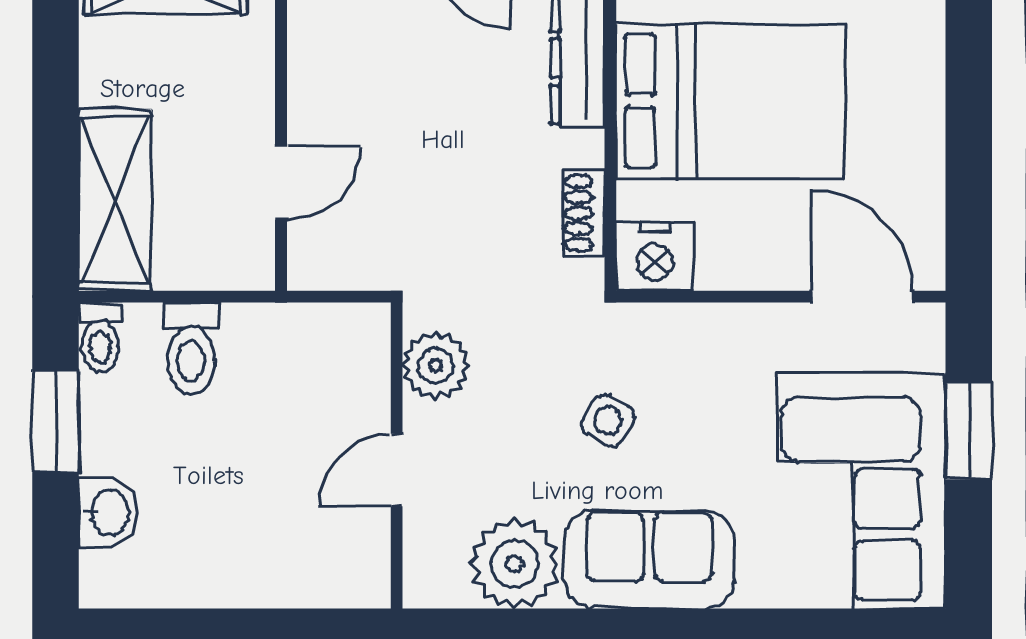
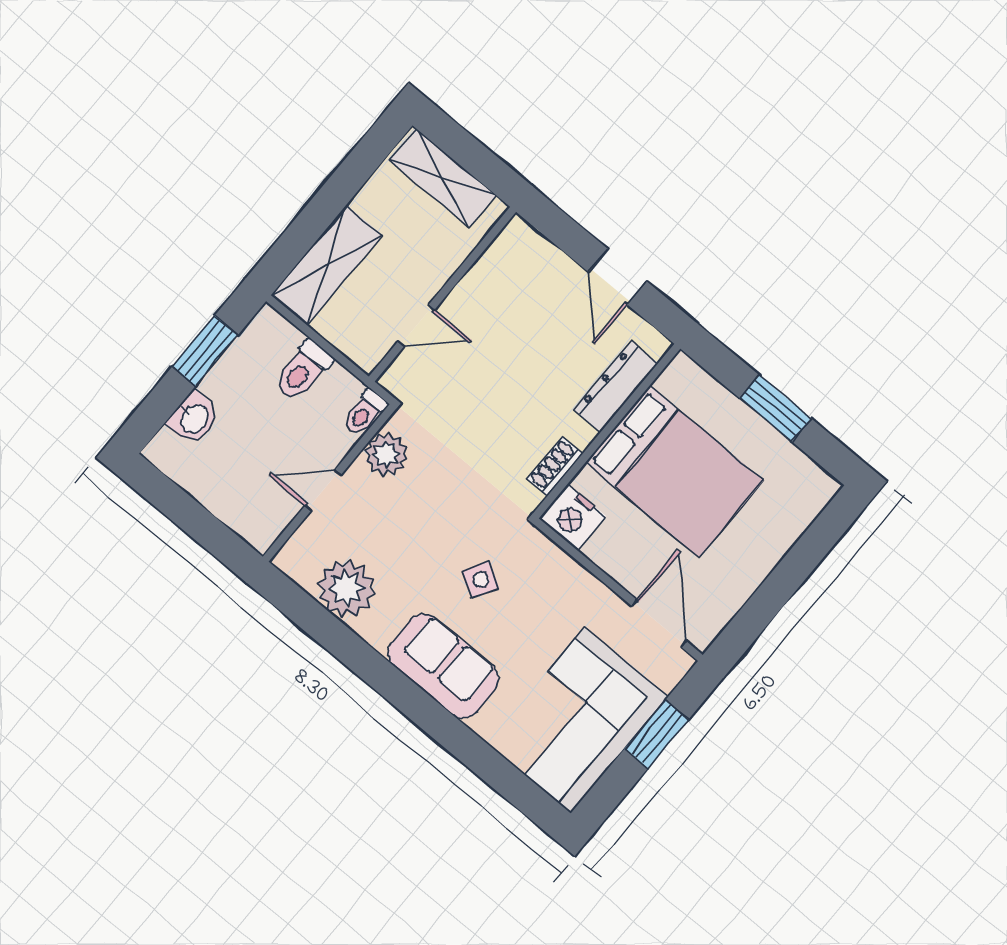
toilet: (100, 337) -> (365, 413), moved
plant: (436, 366) -> (386, 454), moved
wall: (397, 456) -> (329, 483), moved
door: (397, 470) -> (323, 490), moved
plant: (515, 564) -> (346, 589), moved

